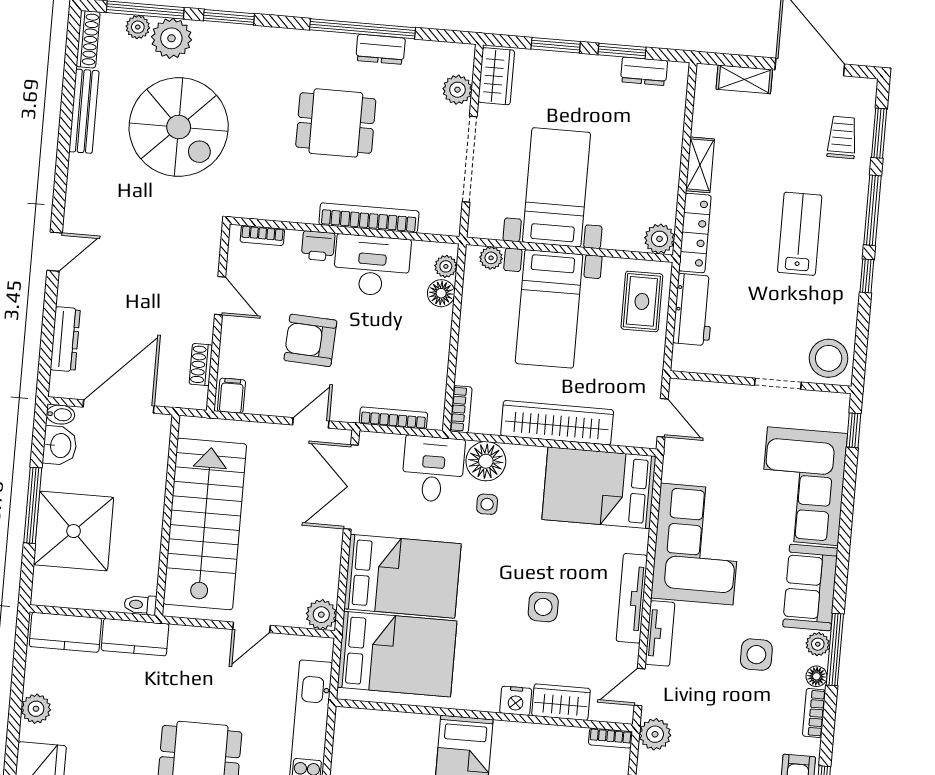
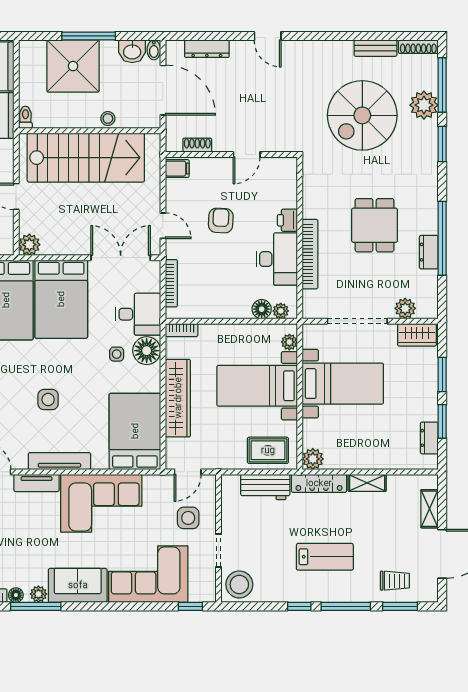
plant: (138, 27) -> (430, 81), removed
bench: (84, 111) -> (375, 48), width x0.73
bookcase: (262, 235) -> (291, 180), removed
armchair: (310, 340) -> (221, 220), width x0.72, depth x0.72
stool: (152, 488) -> (108, 119), added
side table: (756, 655) -> (188, 518), moved

